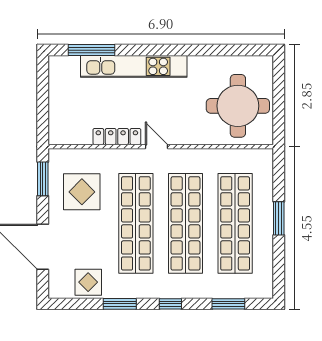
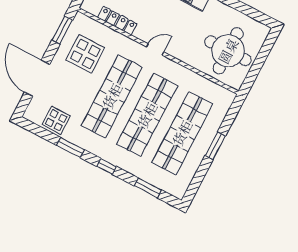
locker: (117, 137) -> (117, 21), moved
door: (157, 147) -> (155, 49), hinge flipped

